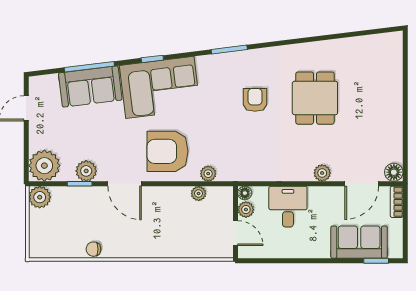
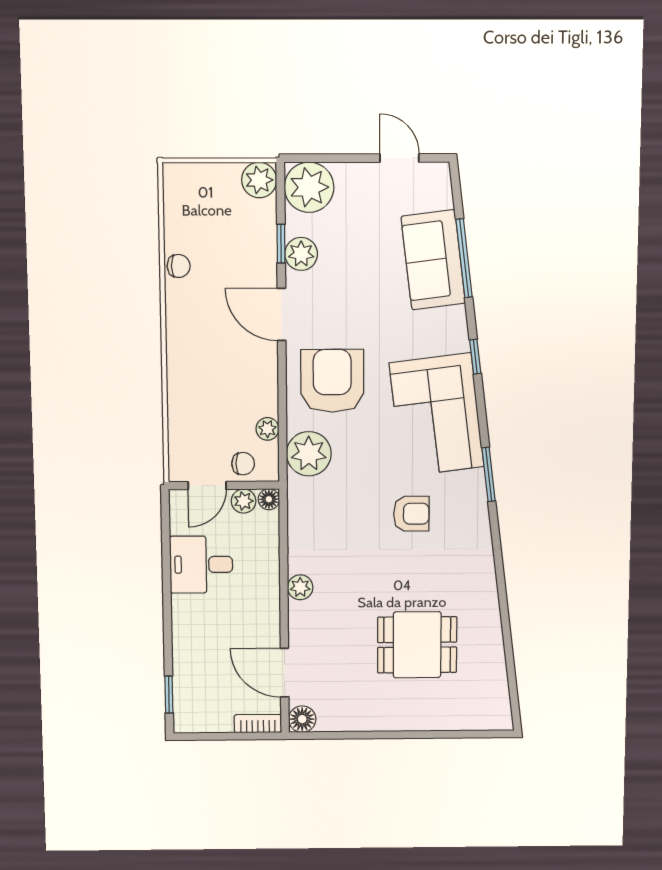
corner sofa: (160, 87) -> (437, 415), moved
dining table: (315, 98) -> (417, 645), moved
plant: (322, 173) -> (300, 587), moved
plant: (208, 174) -> (309, 454), width x1.88, depth x1.88
door: (125, 184) -> (282, 314), hinge flipped
desk: (288, 207) -> (201, 565), moved, turned 180
chair: (221, 210) -> (243, 464), added
sofa: (359, 242) -> (197, 670), removed
chair: (93, 249) -> (179, 266), turned 90

